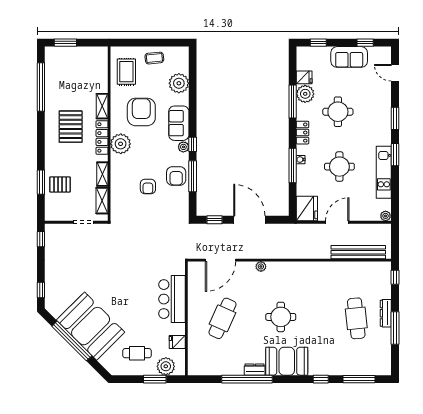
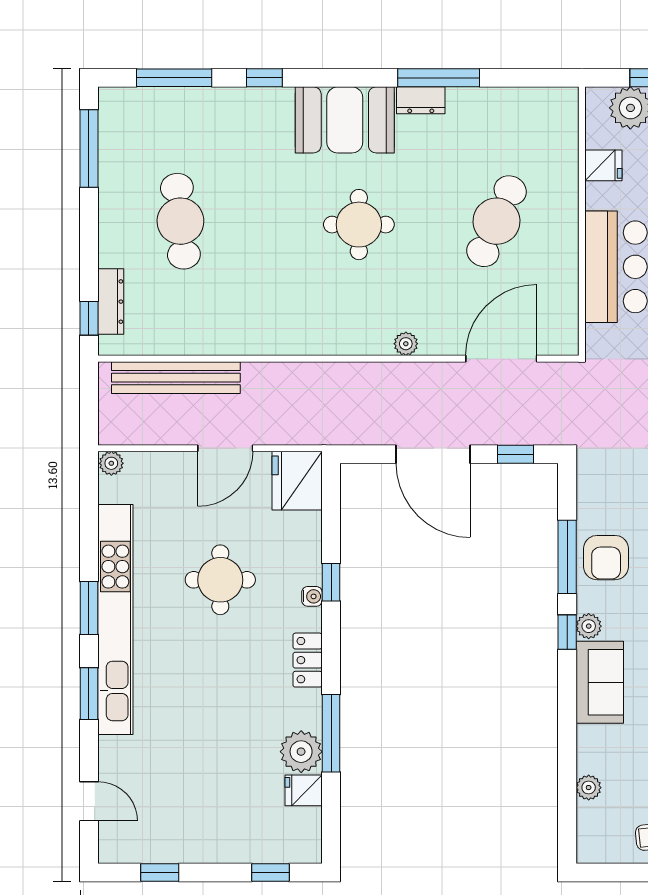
sofa: (349, 57) -> (197, 839), removed
plant: (179, 83) -> (589, 788), width x0.53, depth x0.53
round table: (338, 112) -> (224, 709), removed
window: (293, 166) -> (331, 582), width x0.46
kitchen unit: (384, 172) -> (115, 620), width x1.86
armchair: (176, 176) -> (606, 558), turned 180
dresser: (386, 313) -> (111, 302), moved
window: (395, 328) -> (89, 148), moved
window: (247, 379) -> (439, 78), width x0.68

